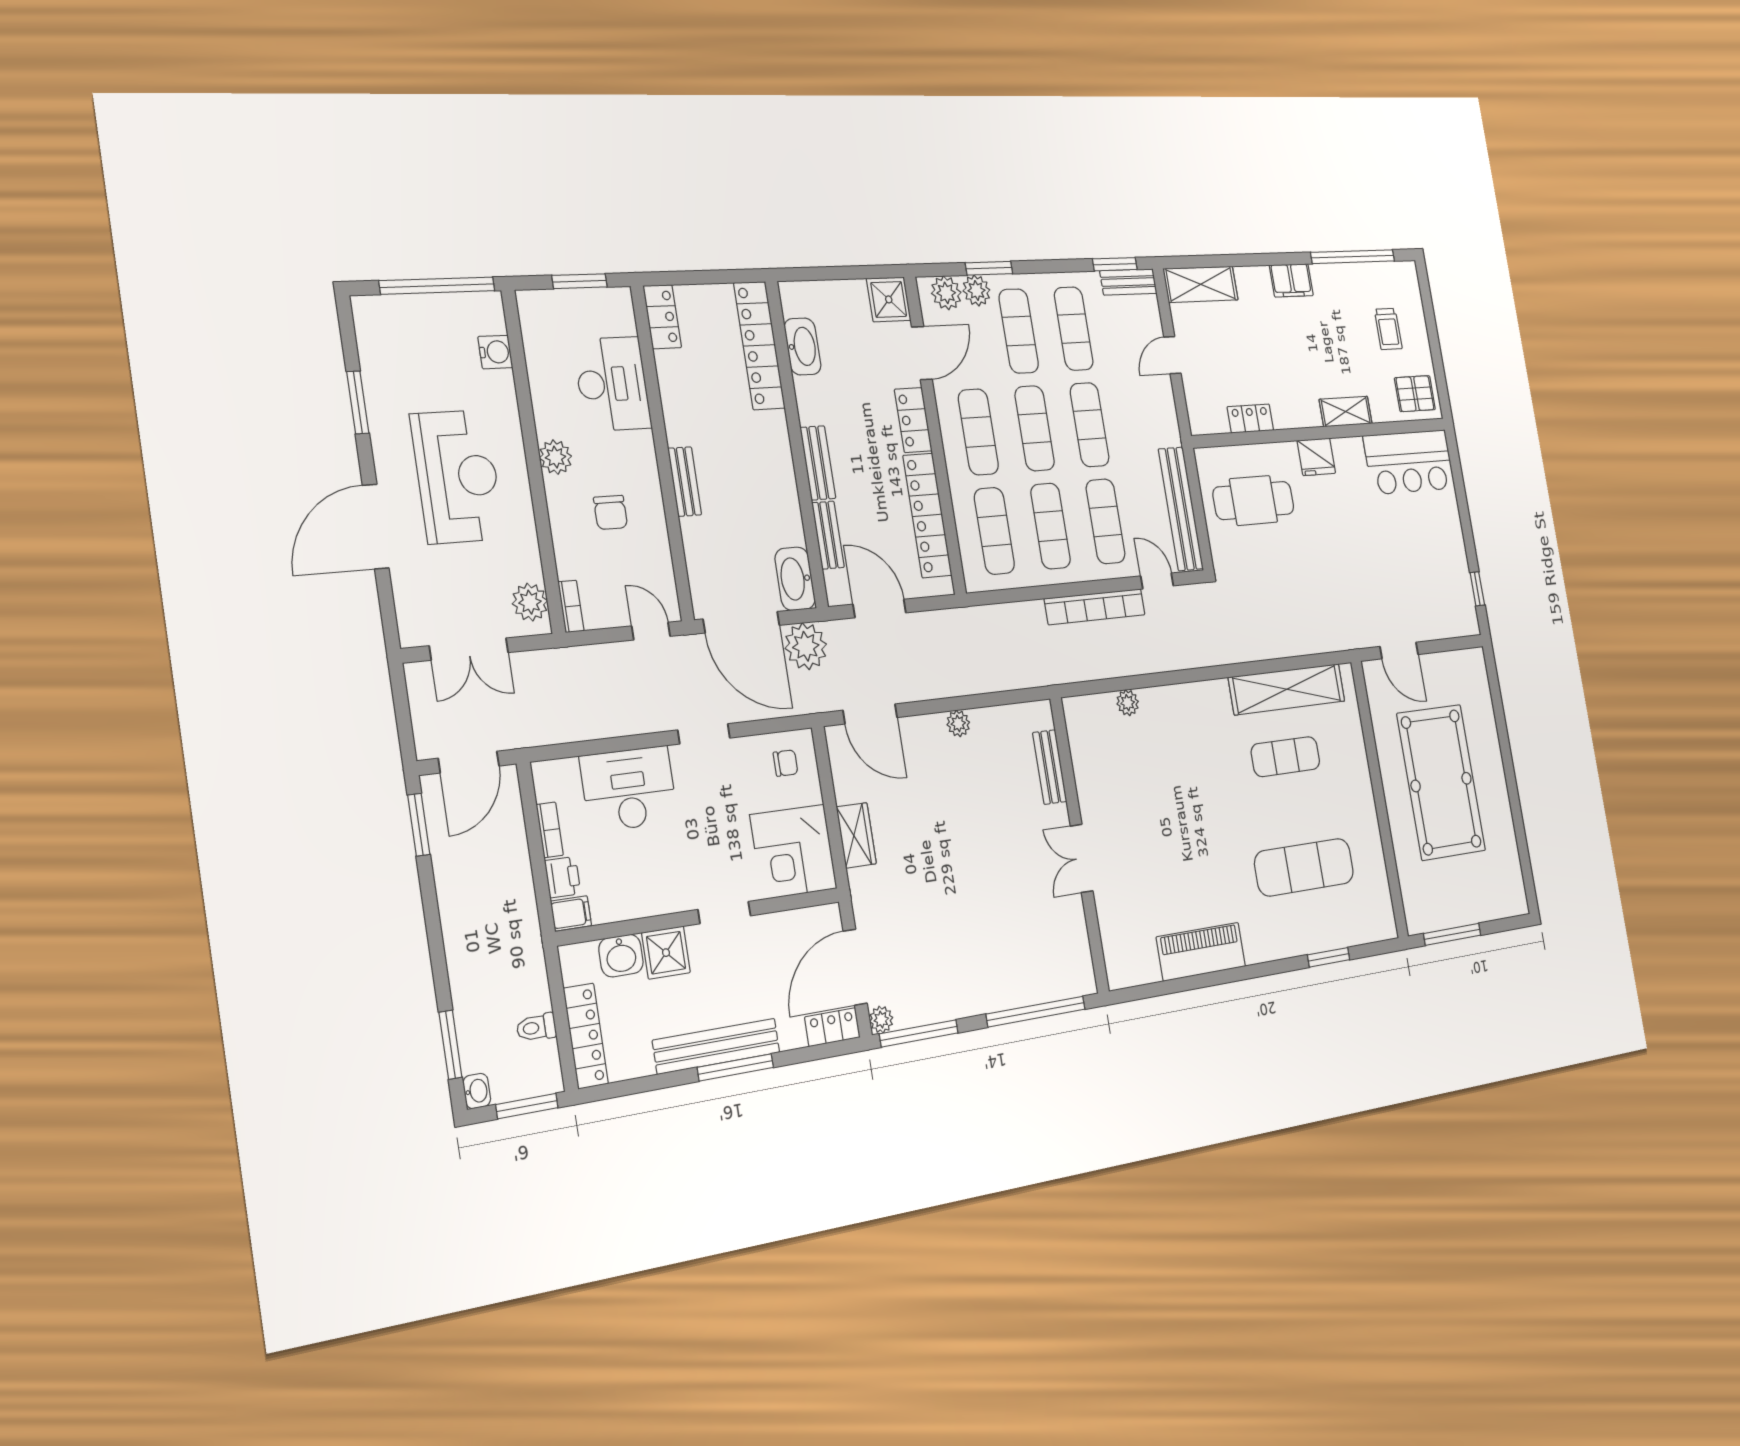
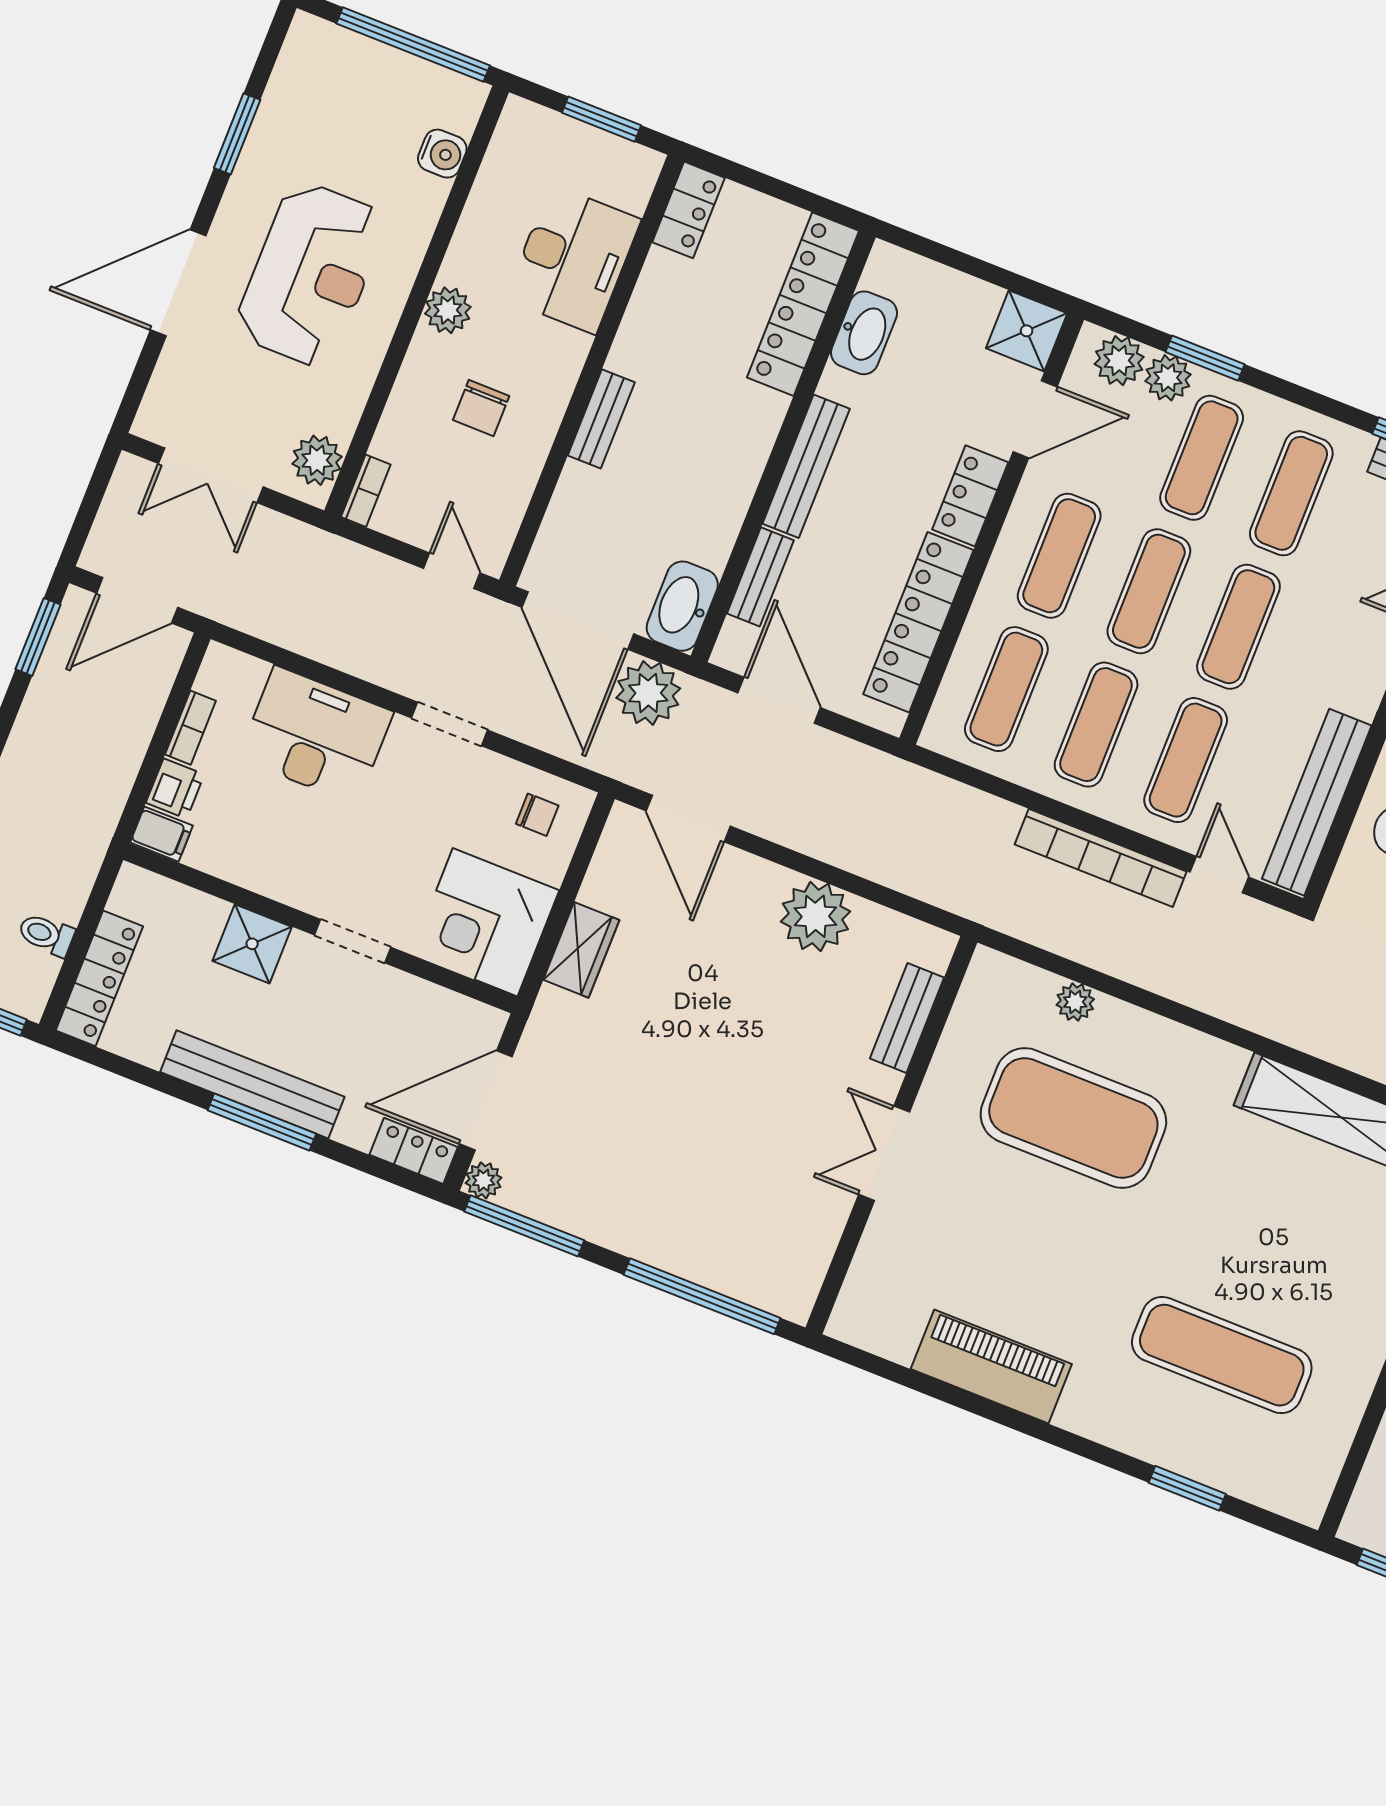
bench: (818, 463) -> (806, 466), width x1.36
plant: (958, 723) -> (815, 916), width x1.88, depth x1.88
exercise mat: (1285, 757) -> (1073, 1118), moved, width x2.00, depth x1.45
washbasin: (621, 956) -> (195, 915), removed

